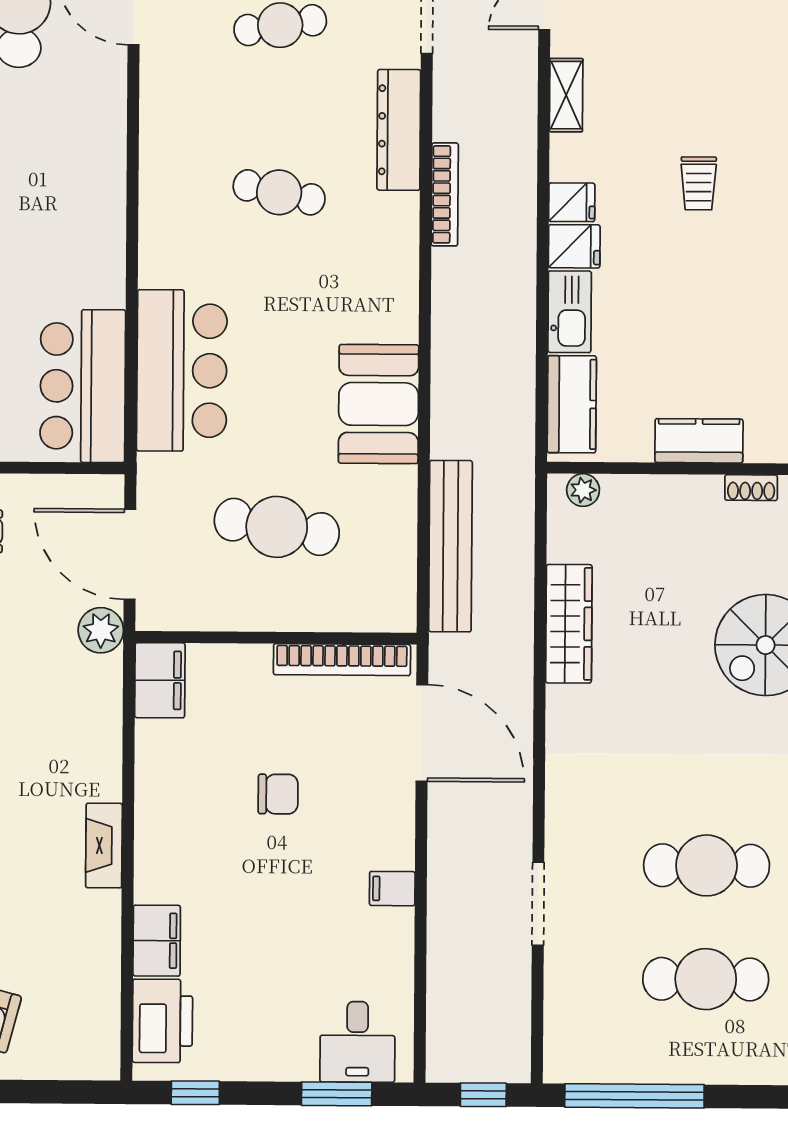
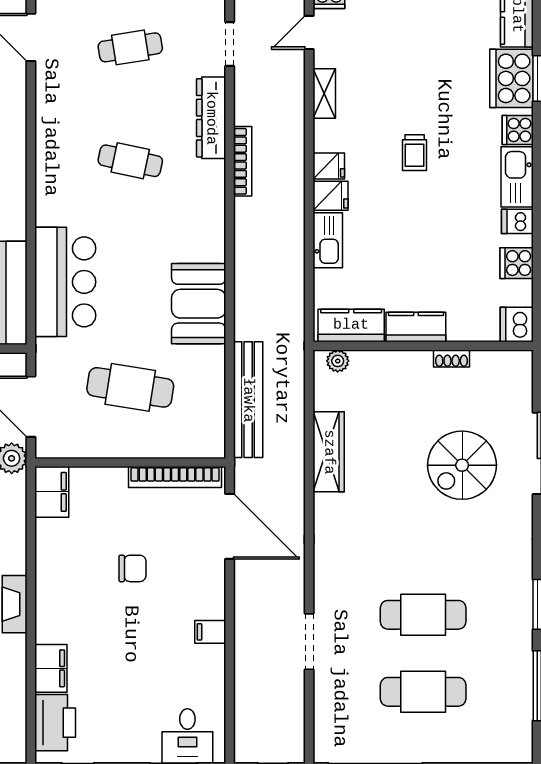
kitchen counter: (572, 404) -> (351, 325), moved, turned -90

